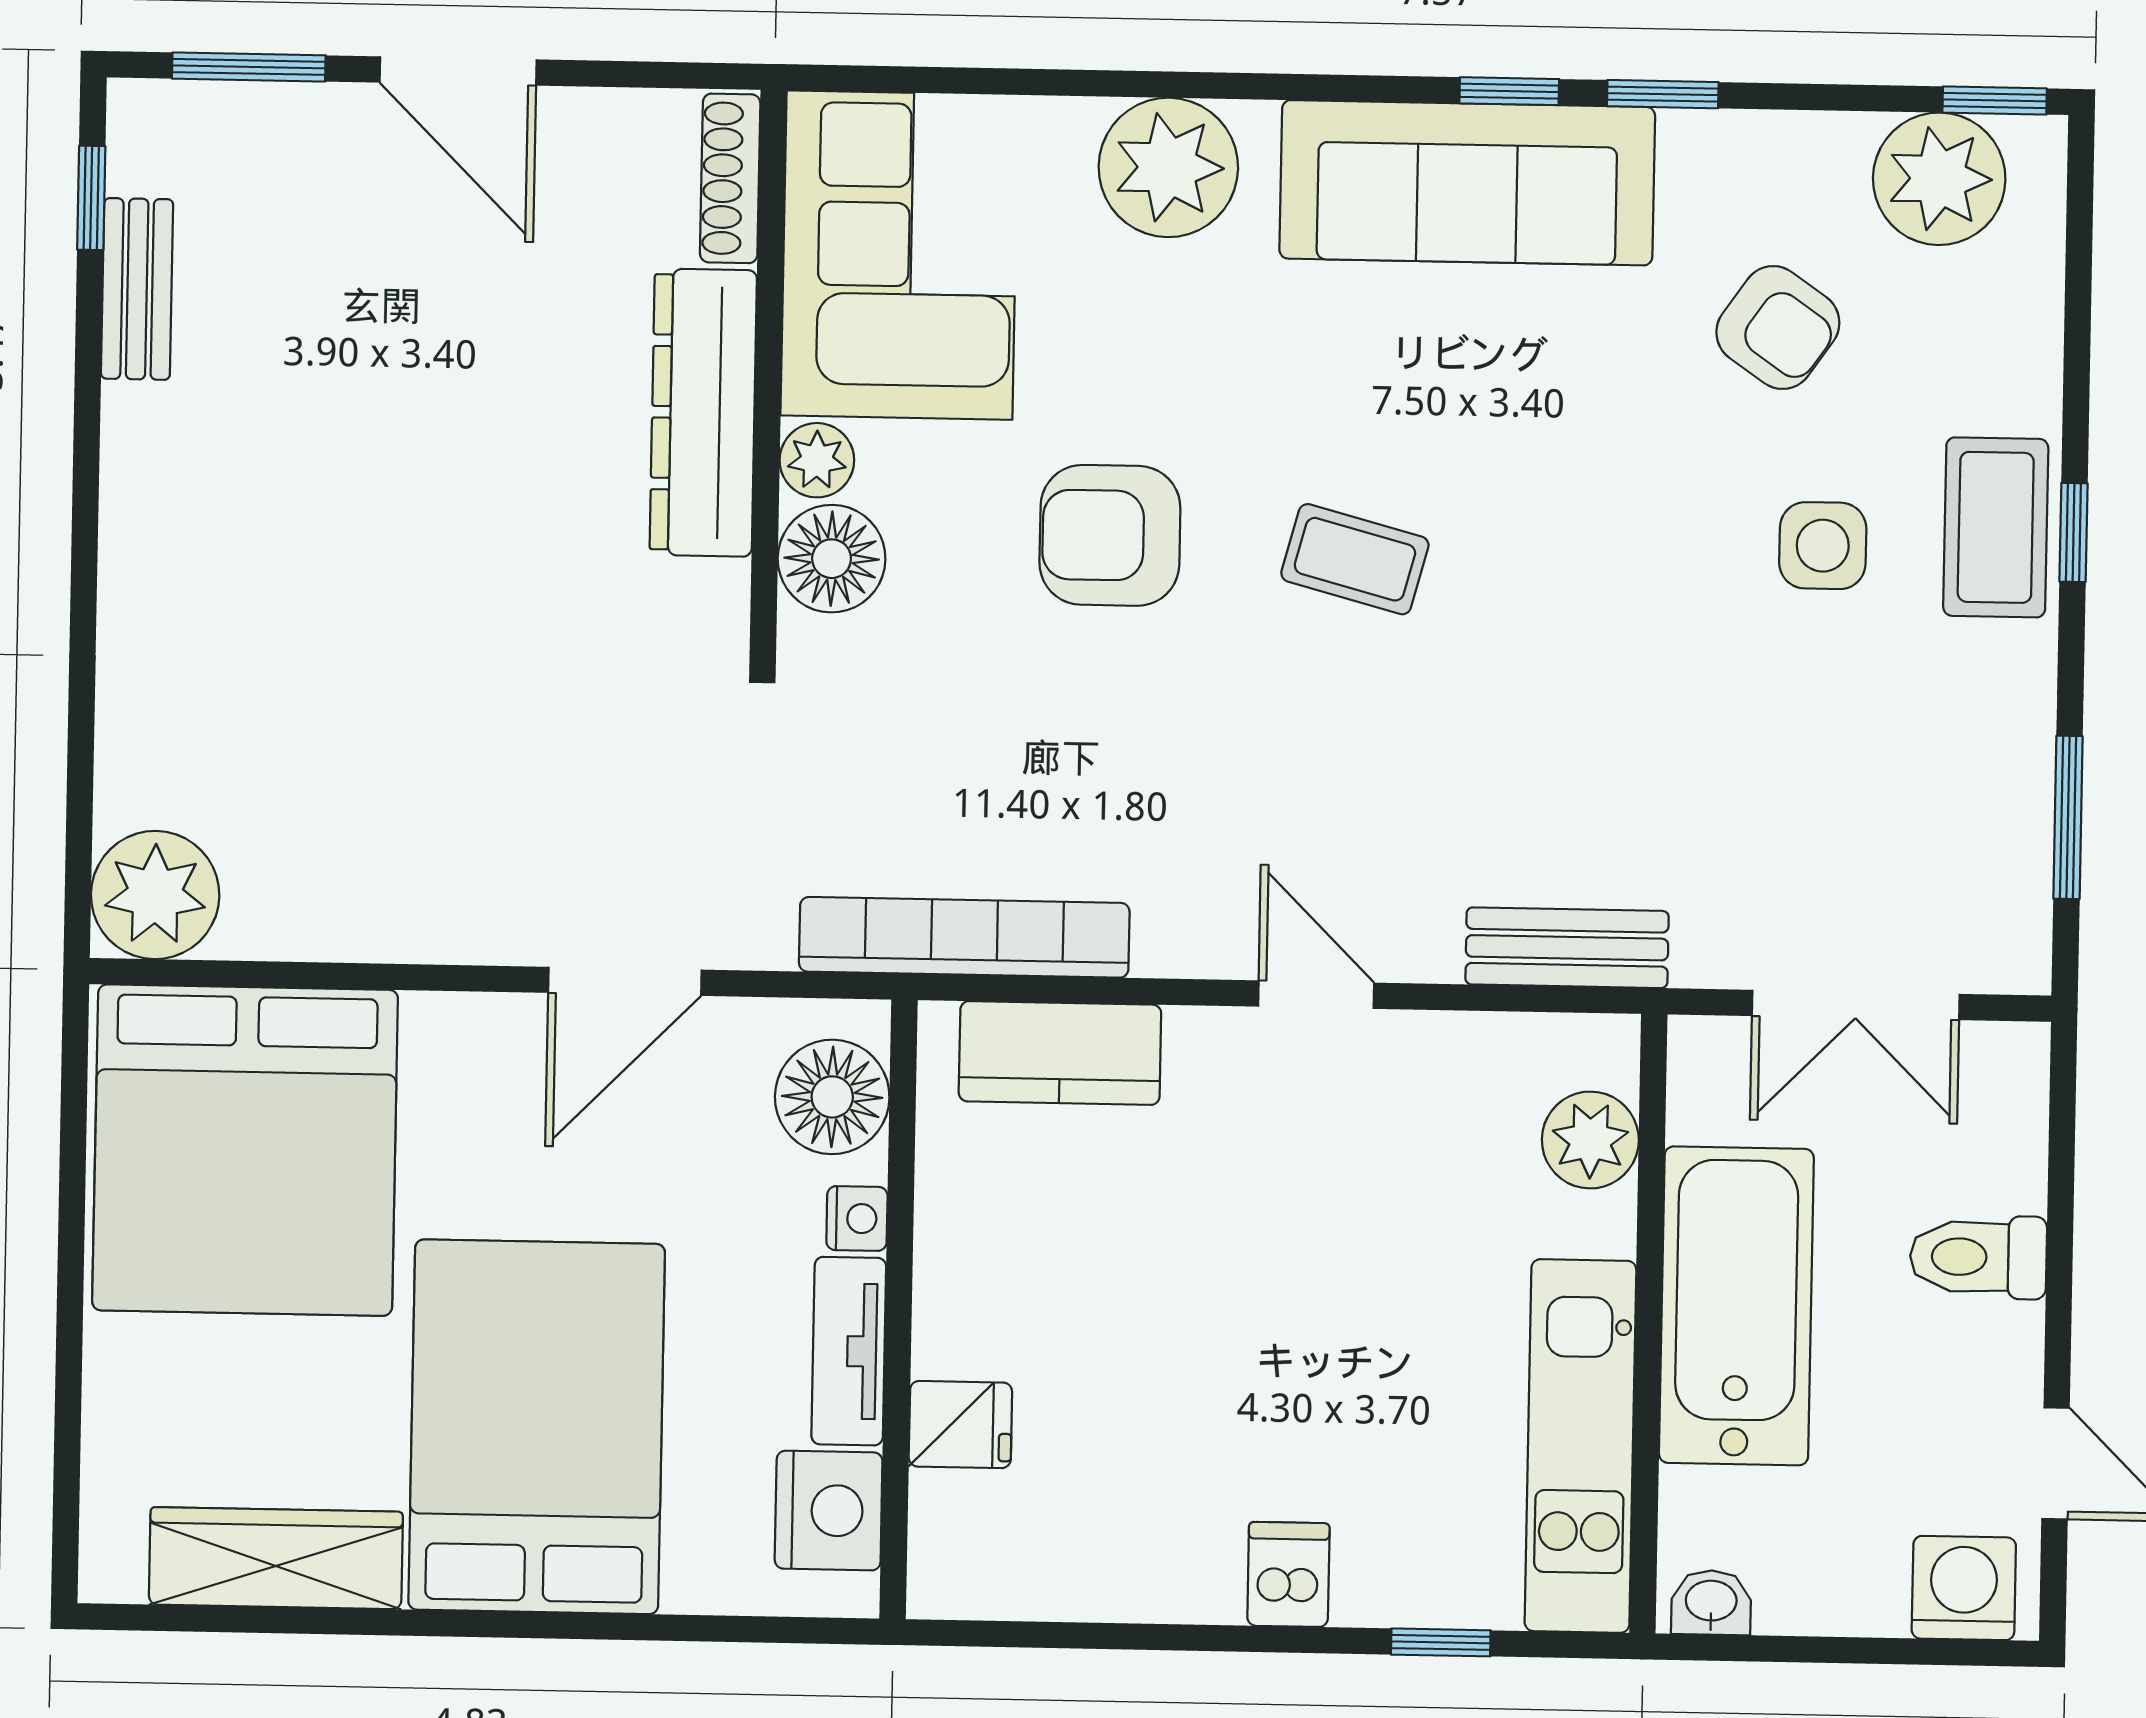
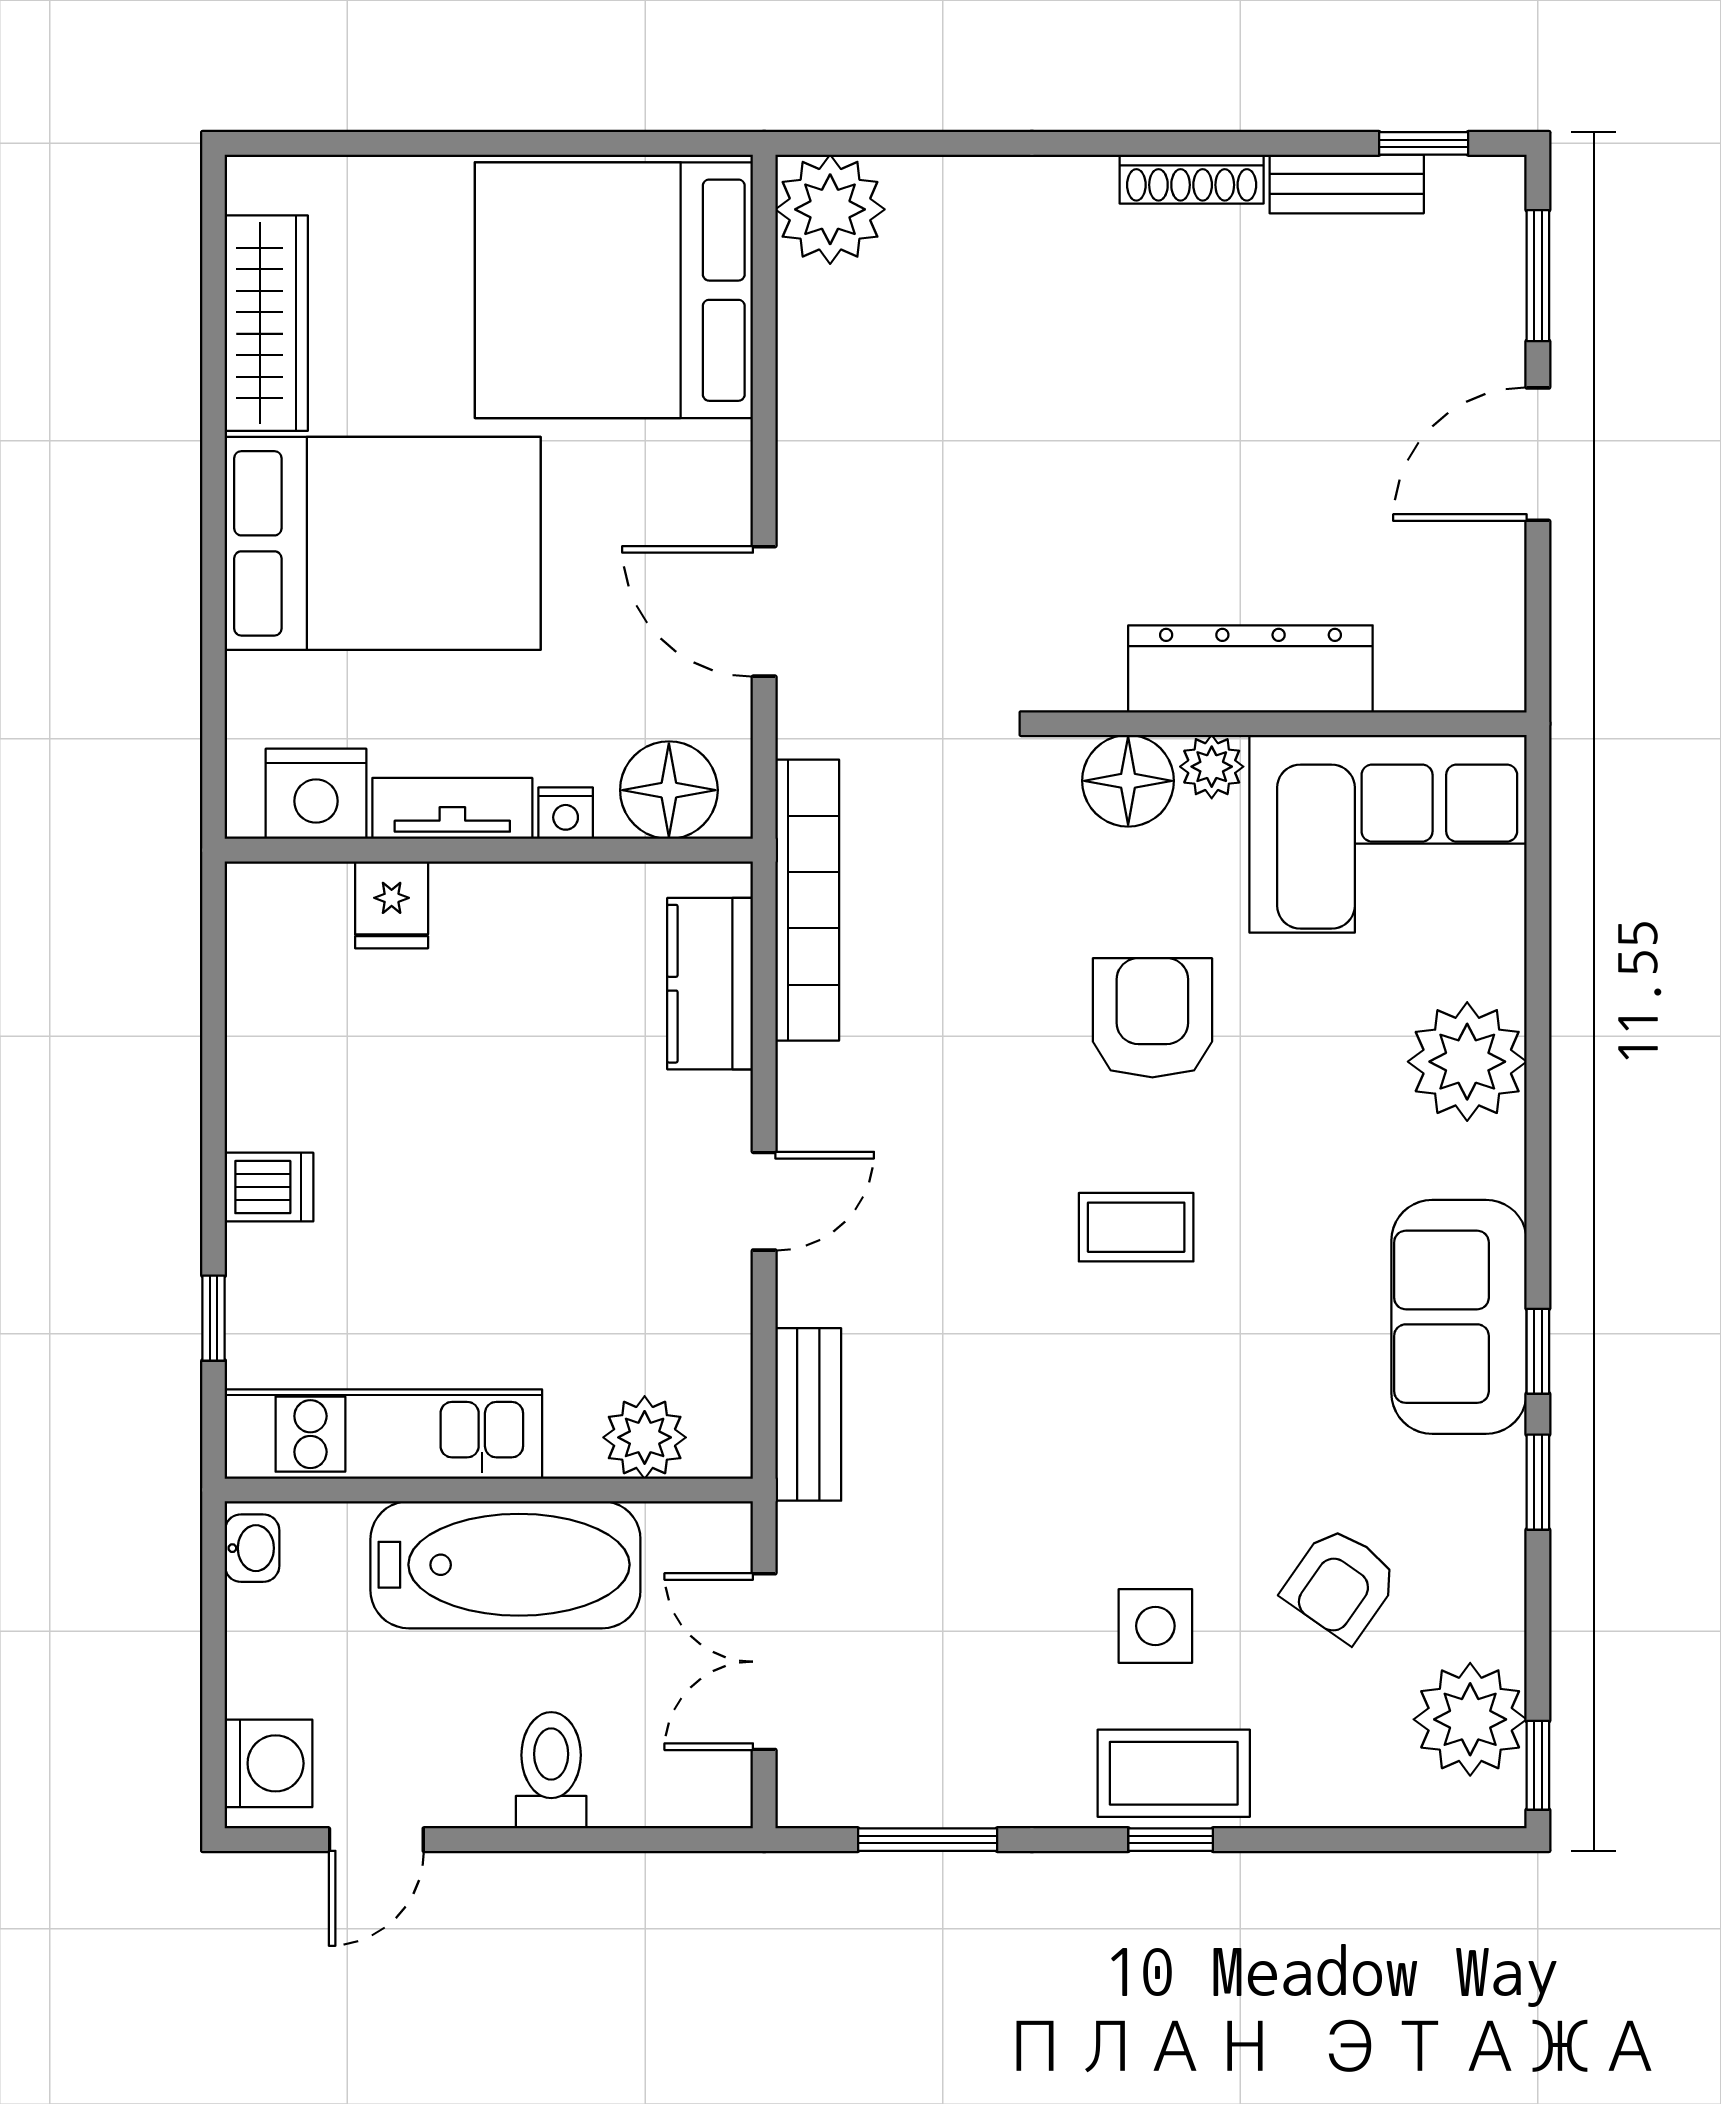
shoe rack: (730, 178) -> (1192, 179), moved, turned 180
sofa: (1467, 183) -> (1459, 1317), width x0.73
coffee table: (1355, 559) -> (1136, 1227), turned 75

